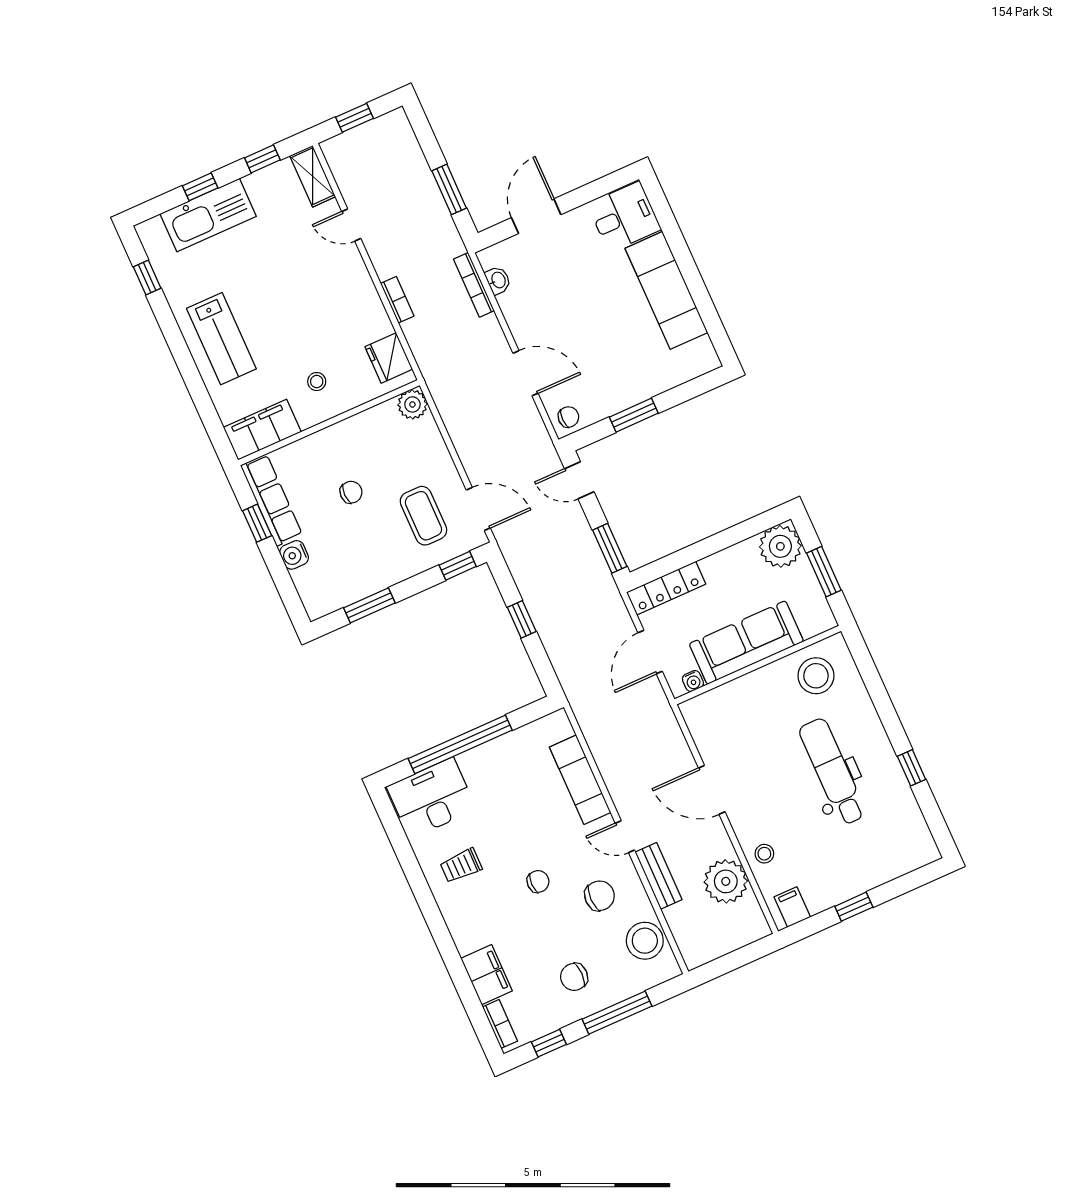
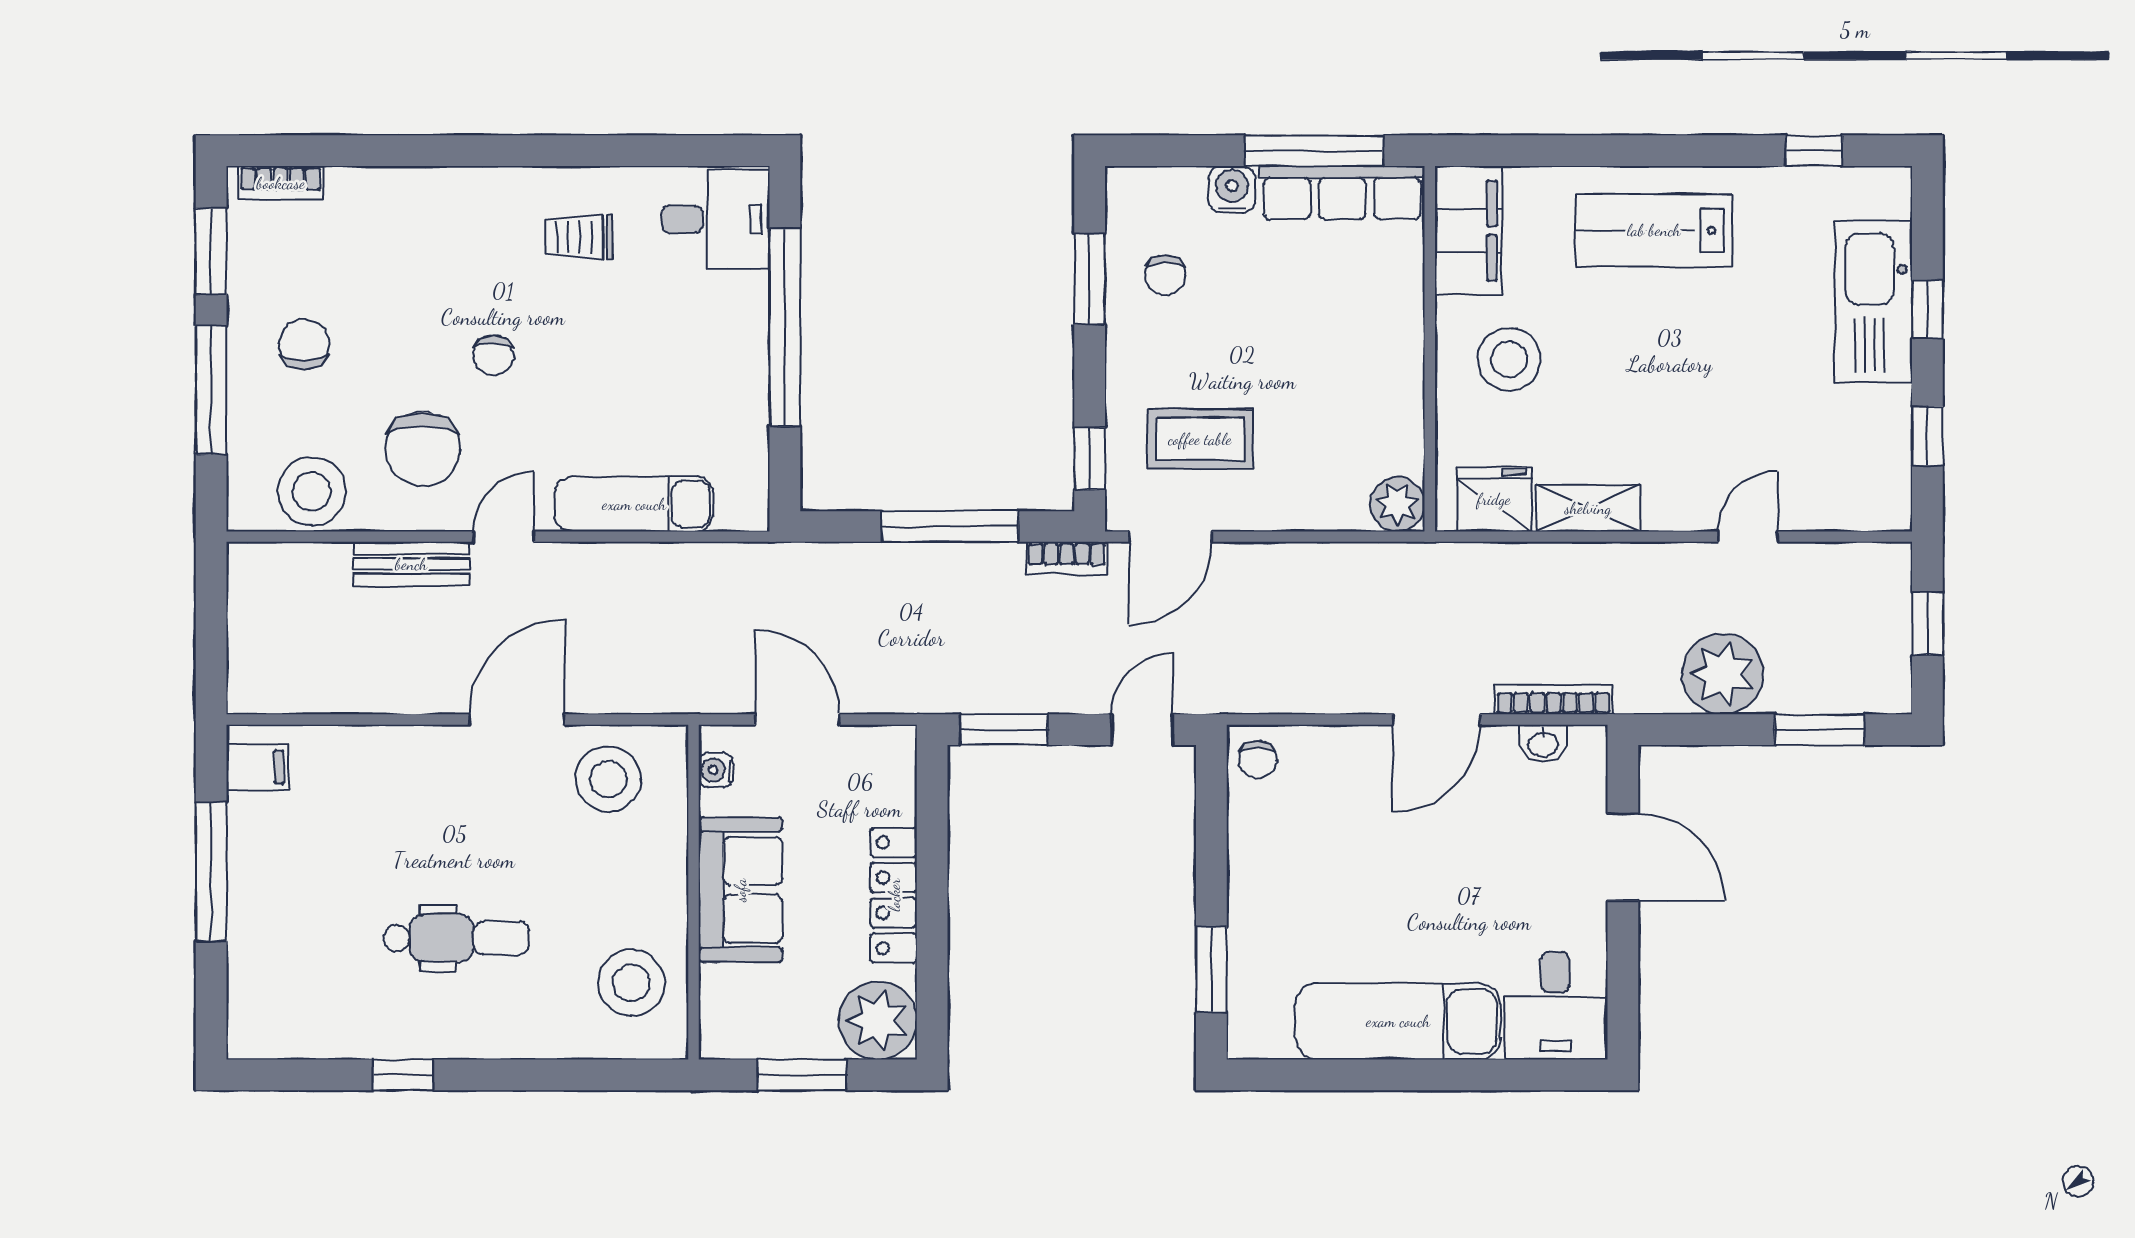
shelving: (313, 176) -> (1588, 508), moved
window: (449, 189) -> (1820, 730), moved
bookcase: (397, 300) -> (1067, 558), moved
door: (525, 373) -> (1436, 719), moved
stool: (317, 382) -> (1509, 359), width x1.89, depth x1.89
window: (634, 415) -> (1211, 969), moved
chair: (351, 492) -> (1165, 275), moved
window: (257, 523) -> (1314, 151), width x2.17
locker: (666, 588) -> (894, 895), moved
window: (522, 619) -> (950, 526), width x2.17
sofa: (746, 643) -> (740, 890), width x0.73
dental chair: (833, 772) -> (456, 938), width x0.73, depth x0.72
desk: (431, 798) -> (716, 219), width x0.73
stool: (764, 854) -> (608, 779), moved, width x1.89, depth x1.89
trolley: (461, 866) -> (579, 237), turned -90
plant: (726, 881) -> (1723, 674), moved
chair: (600, 896) -> (423, 449), width x1.37, depth x1.37
window: (854, 907) -> (211, 872), width x2.17
filing cabinet: (487, 975) -> (374, 197), removed
window: (549, 1043) -> (211, 251), width x1.50

